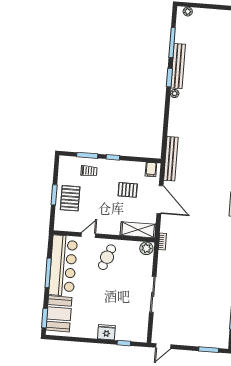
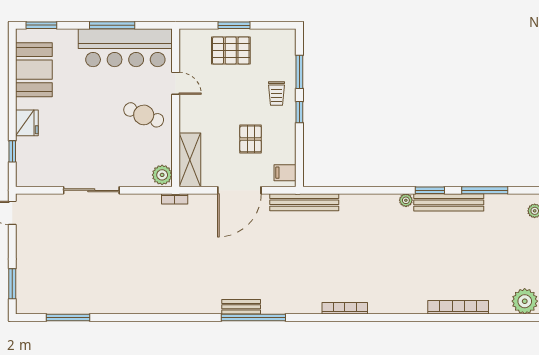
trolley: (89, 171) -> (276, 94), moved
booth: (59, 314) -> (34, 70), moved, turned 90

